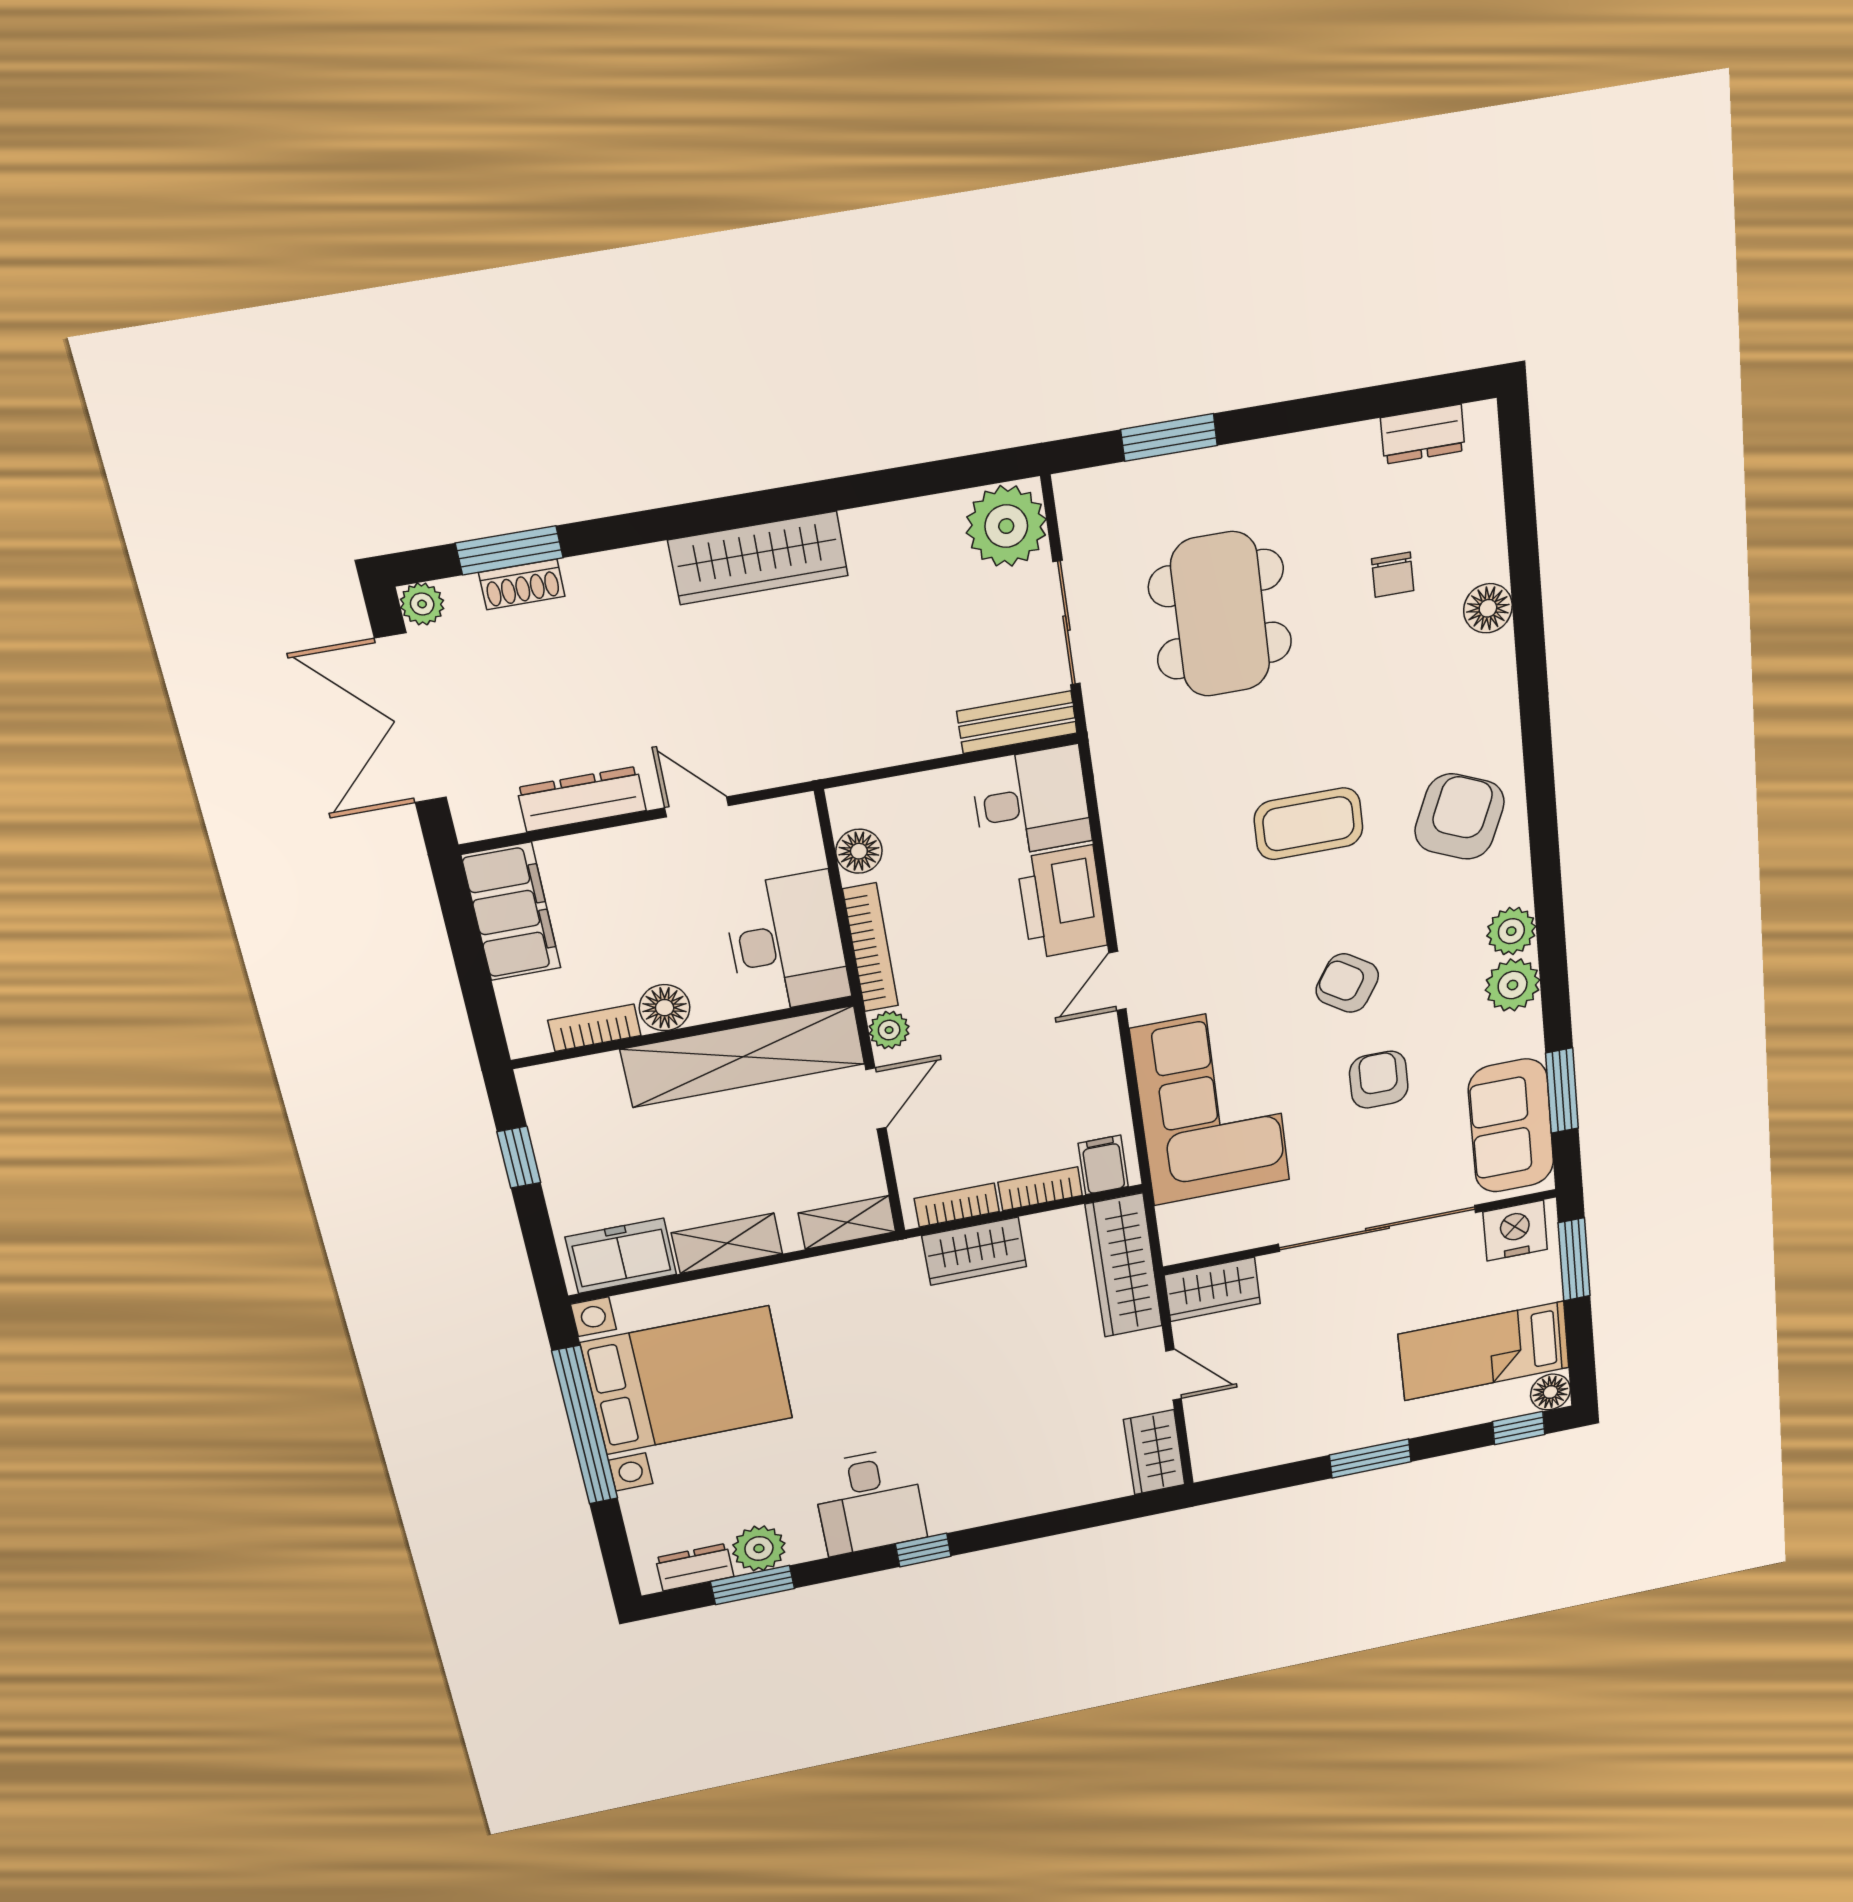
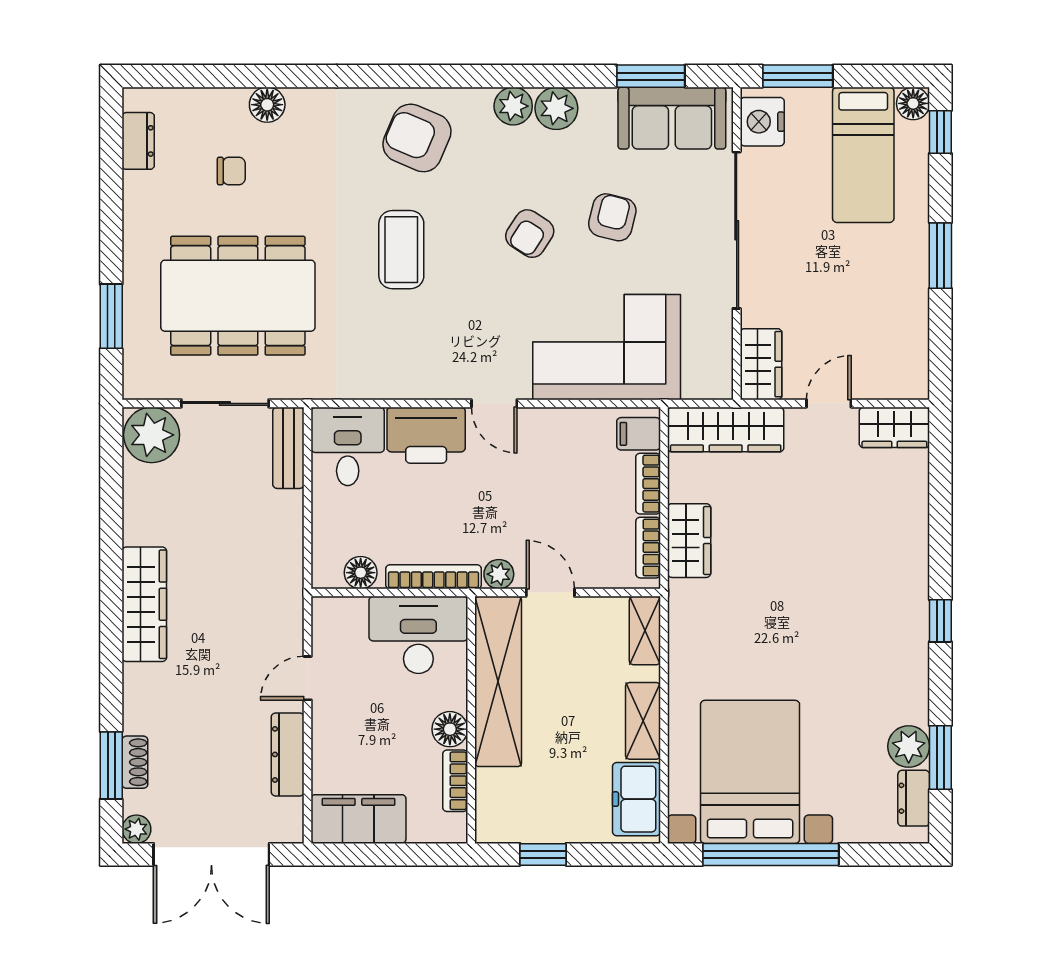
dining table: (1220, 614) -> (238, 296), width x1.36, depth x1.24
armchair: (1379, 1080) -> (612, 217), turned 104
desk: (869, 1502) -> (887, 655), removed

